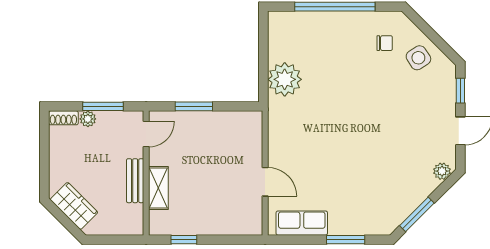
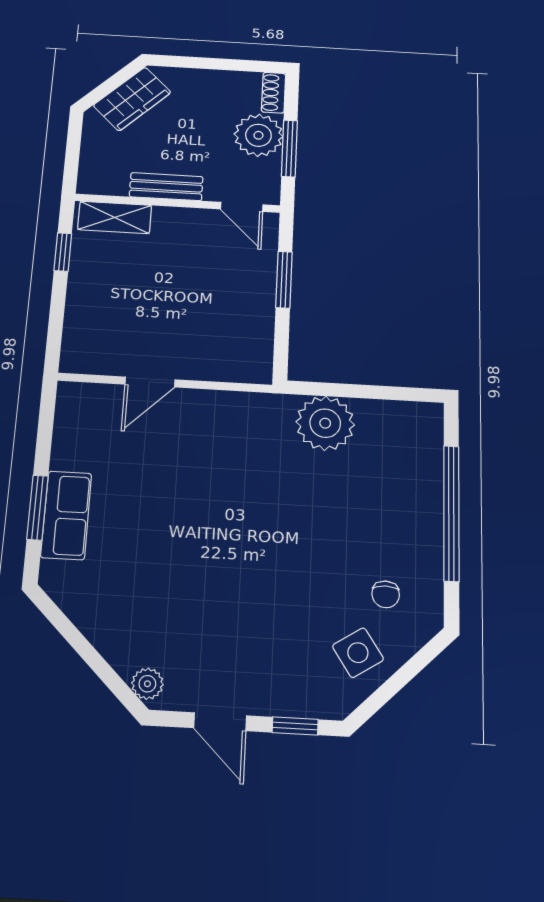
plant: (88, 119) -> (258, 135), width x1.87, depth x1.87
shelving: (158, 188) -> (115, 217), moved
window: (417, 214) -> (71, 634), removed
row of seats: (302, 223) -> (66, 515), moved

